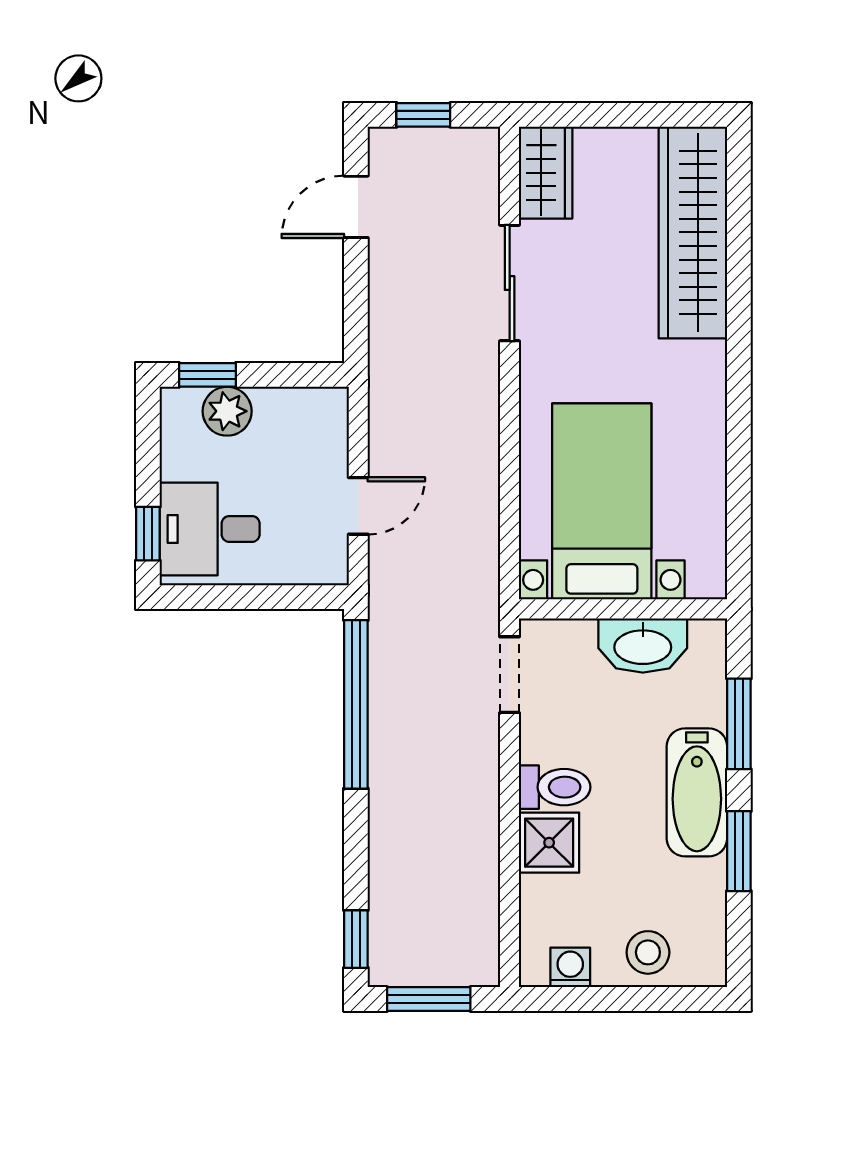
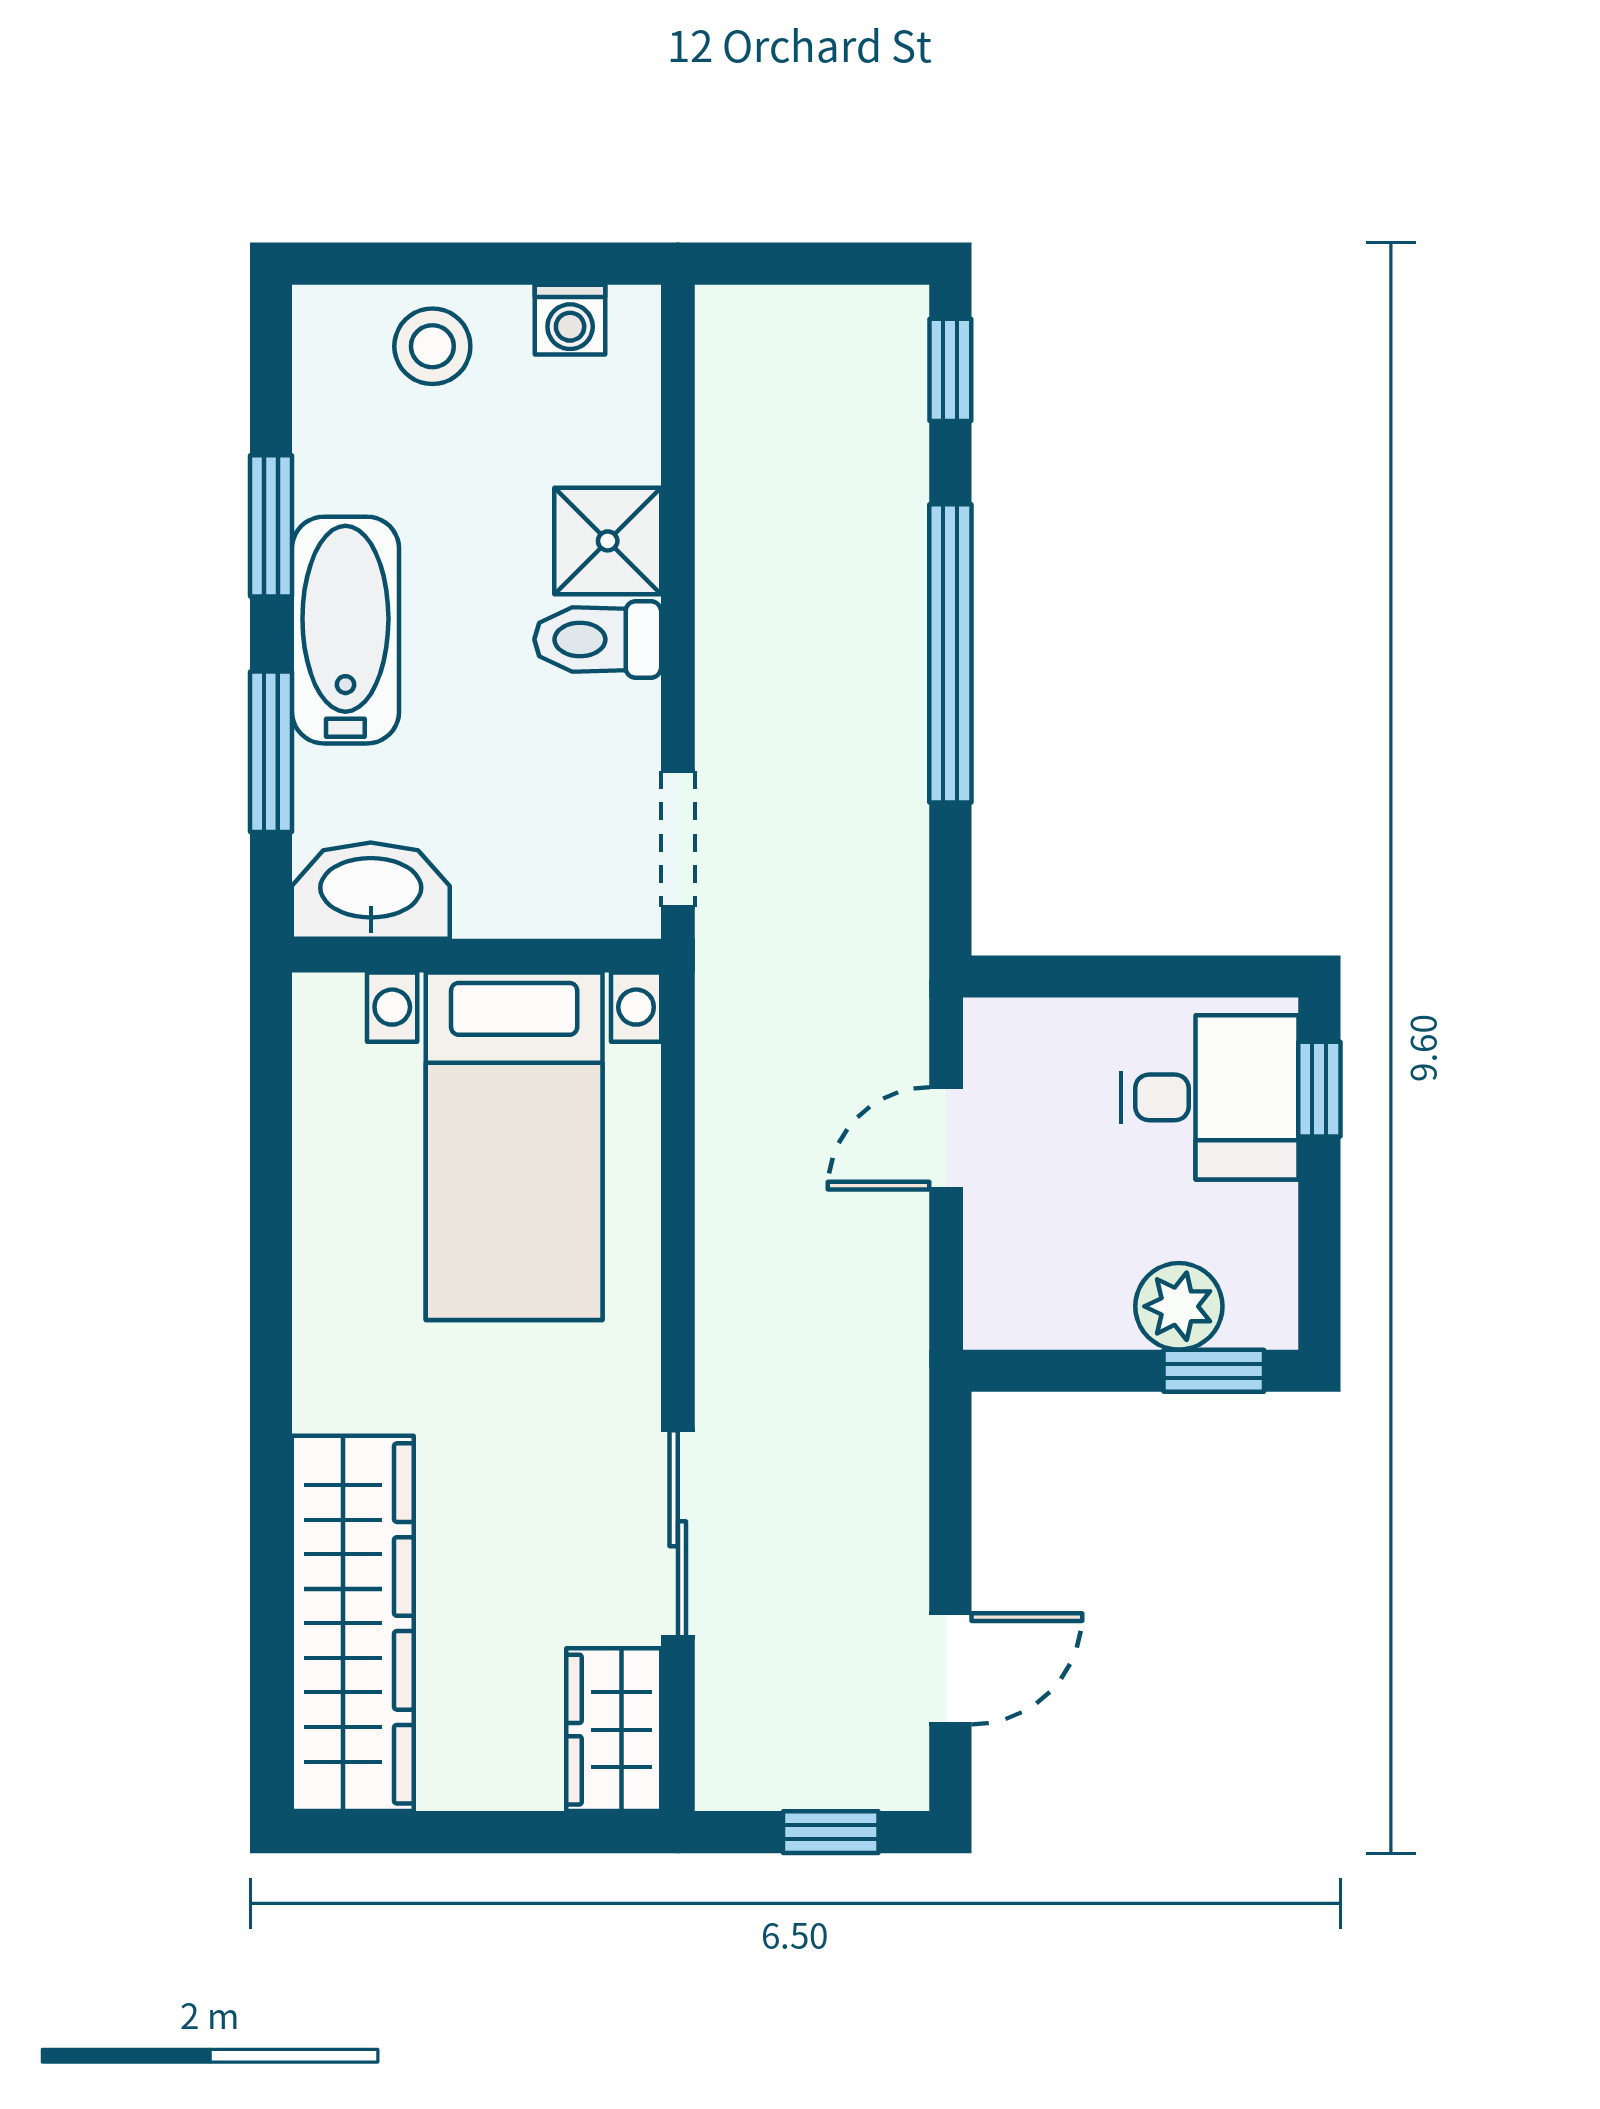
washbasin: (643, 646) -> (371, 891), moved
window: (356, 704) -> (950, 653), moved
window: (429, 999) -> (821, 264), removed

